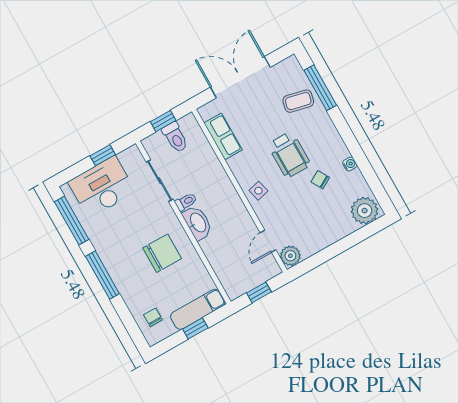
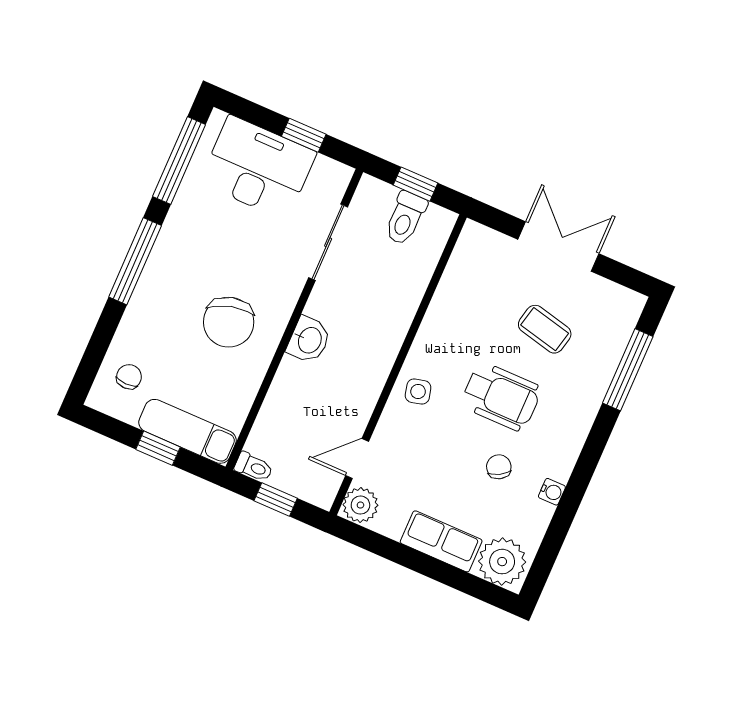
double door: (240, 77) -> (558, 246), width x0.73
coffee table: (298, 101) -> (545, 329), moved
row of seats: (223, 136) -> (441, 541), moved, turned -90
wheelchair: (289, 155) -> (501, 397), turned -90
toilet: (186, 202) -> (254, 467), moved
washbasin: (198, 223) -> (309, 340), width x0.72
chair: (162, 253) -> (229, 322), turned 75

